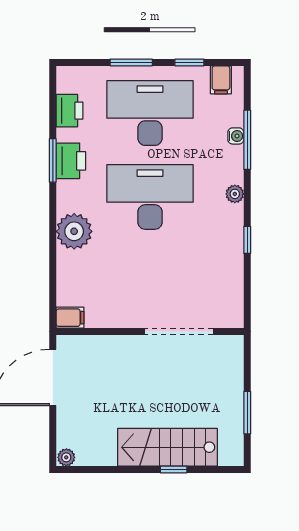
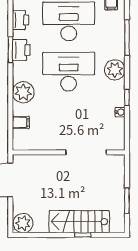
water cooler: (236, 136) -> (120, 112), moved
plant: (235, 194) -> (115, 70), width x1.88, depth x1.88
filing cabinet: (70, 318) -> (21, 122), moved
plant: (66, 457) -> (23, 223), width x1.88, depth x1.88

